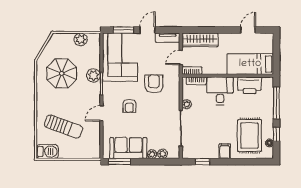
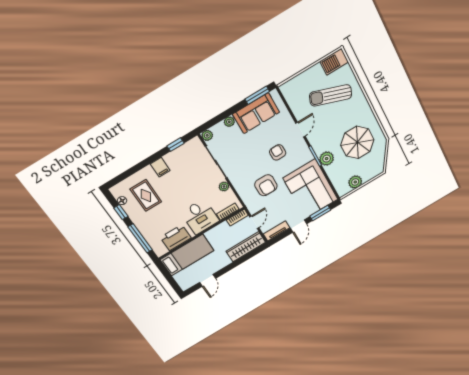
rug: (249, 136) -> (146, 195), width x0.73, depth x0.70
plant: (162, 154) -> (207, 135), moved

